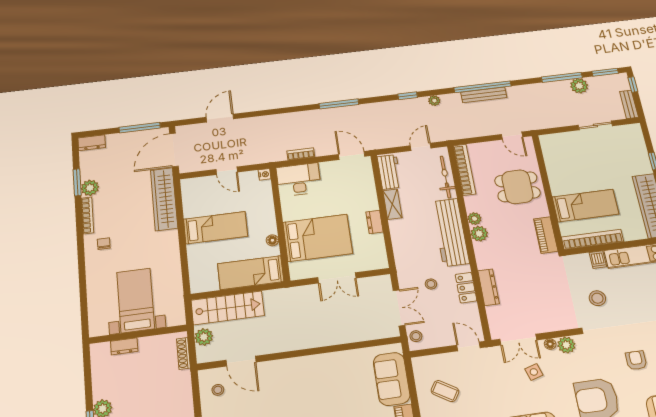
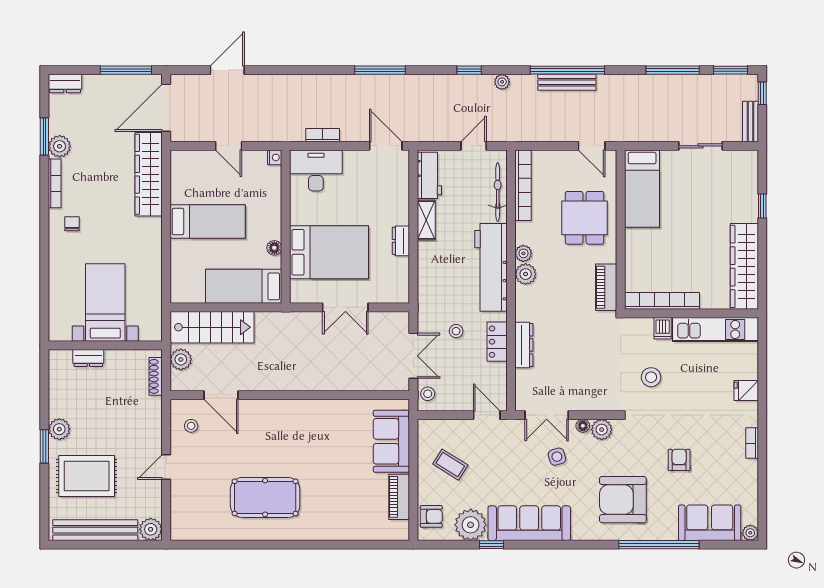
plant: (579, 86) -> (692, 86), removed
dining table: (517, 187) -> (585, 218), turned 90
bed: (585, 206) -> (642, 189), moved, turned 90

